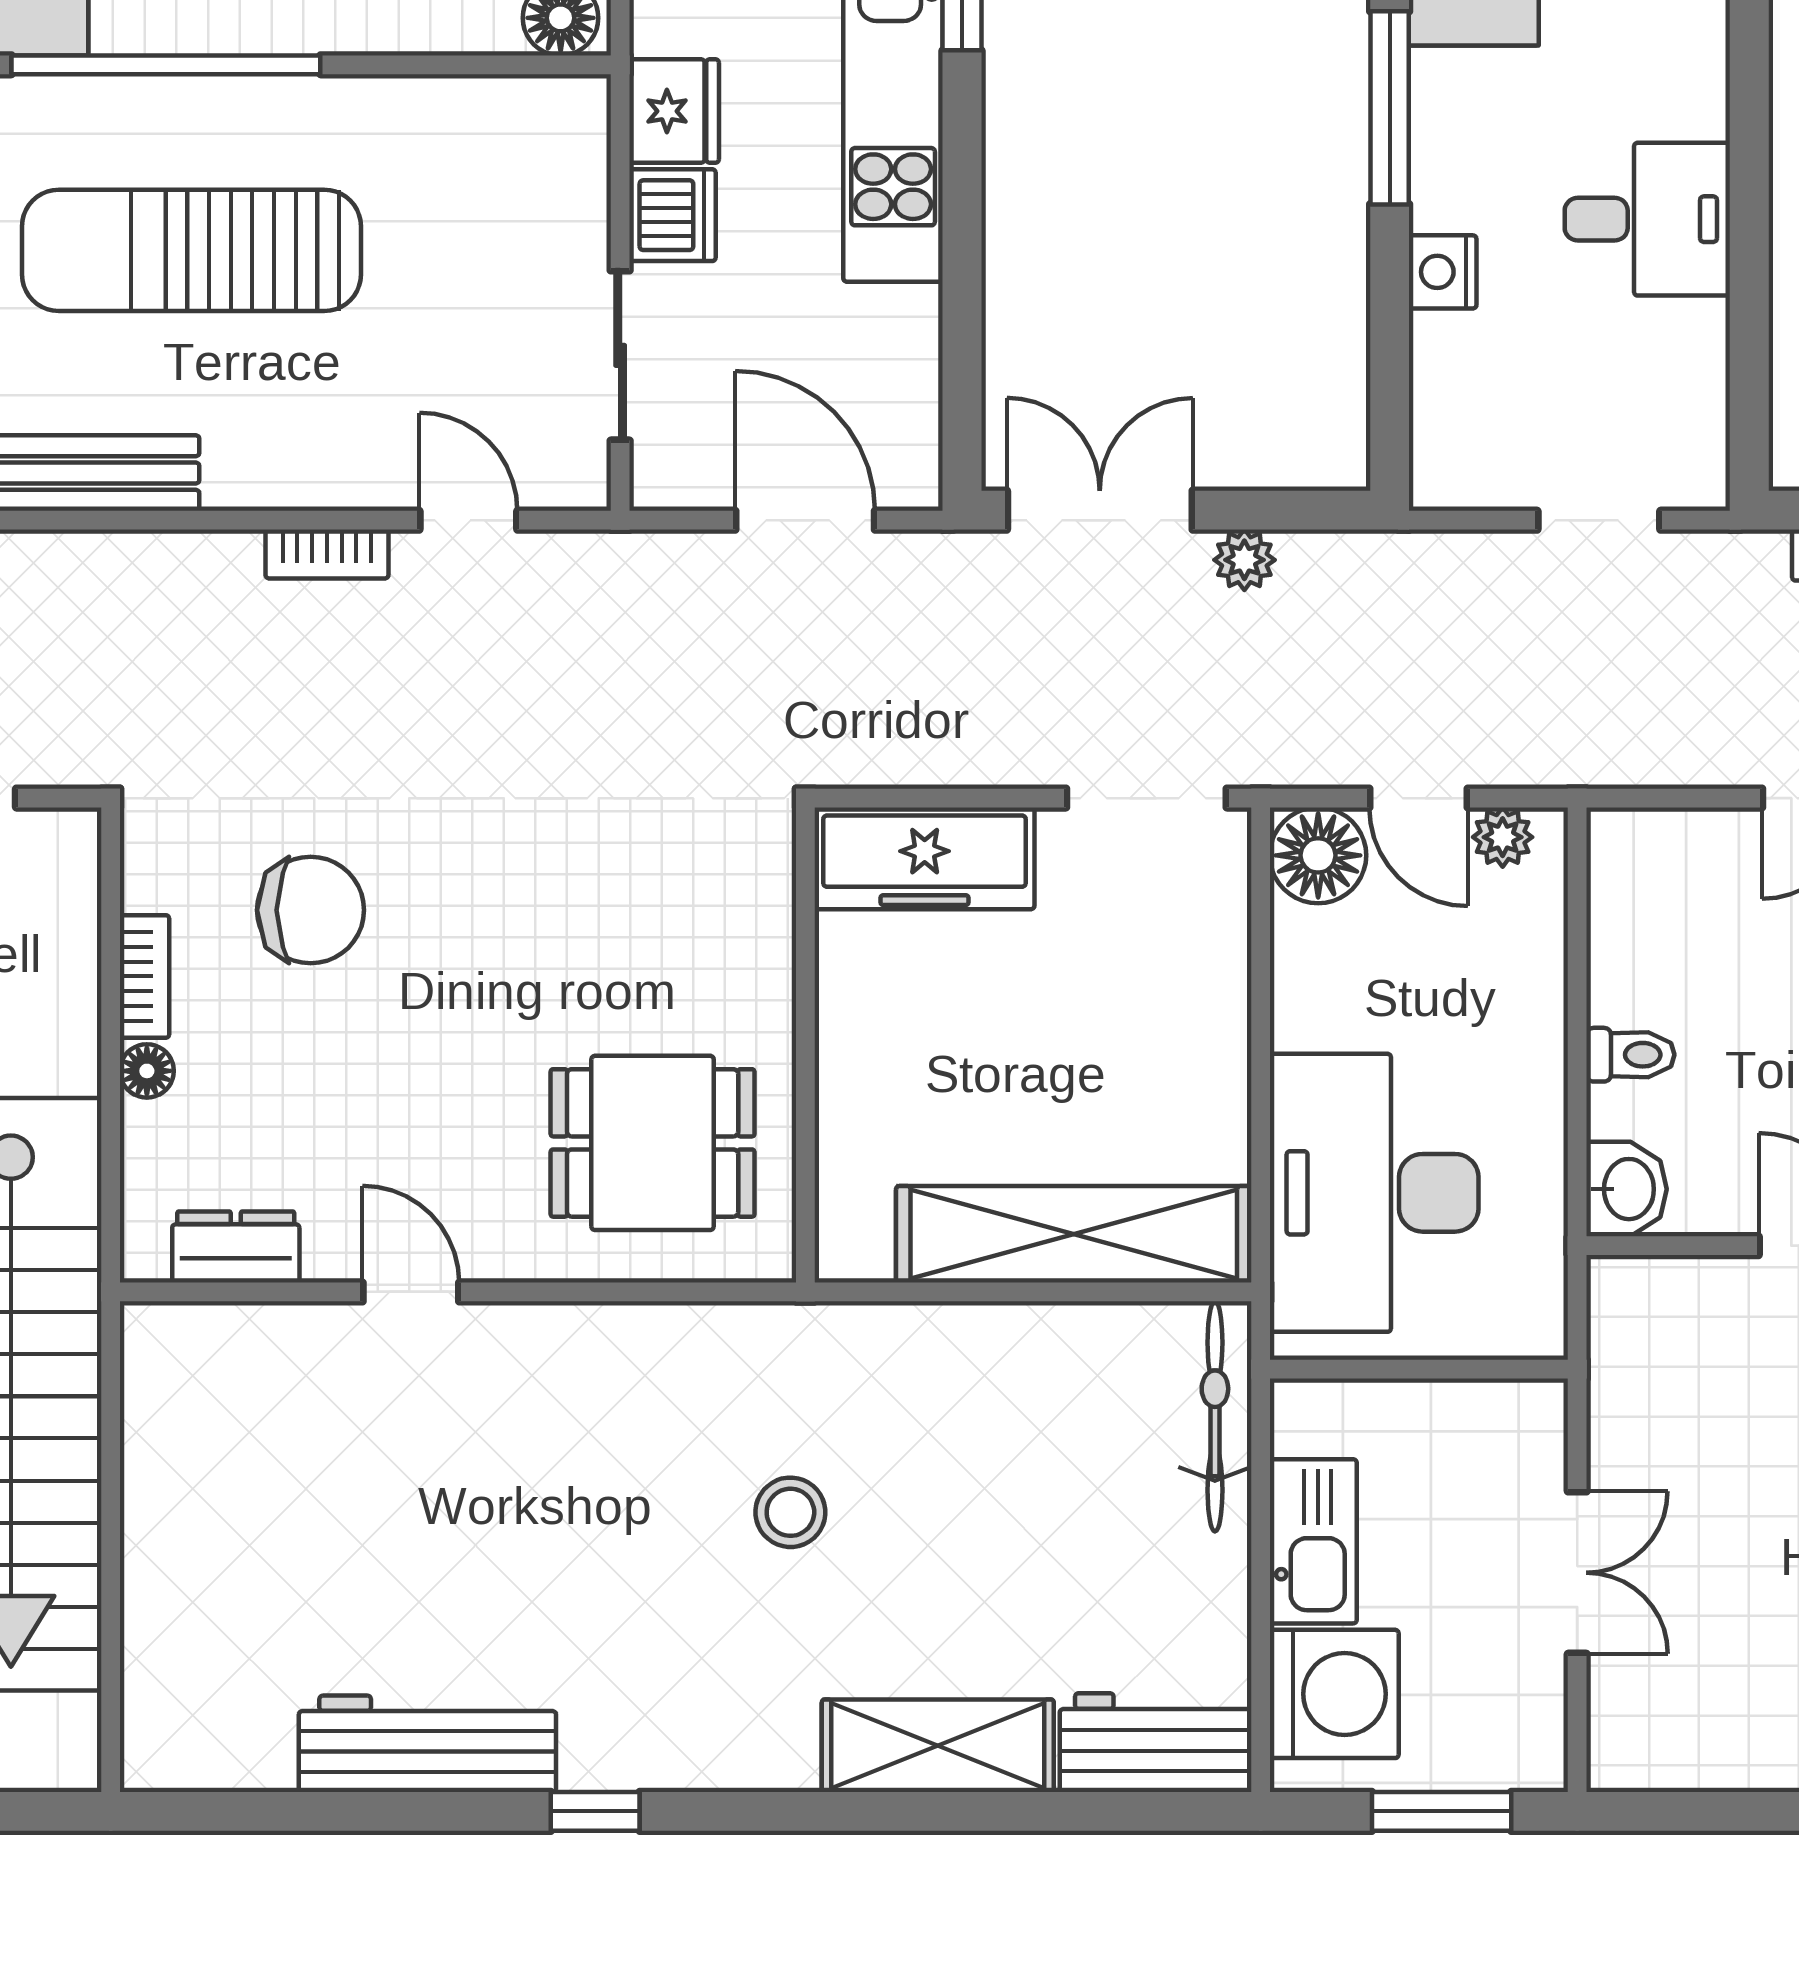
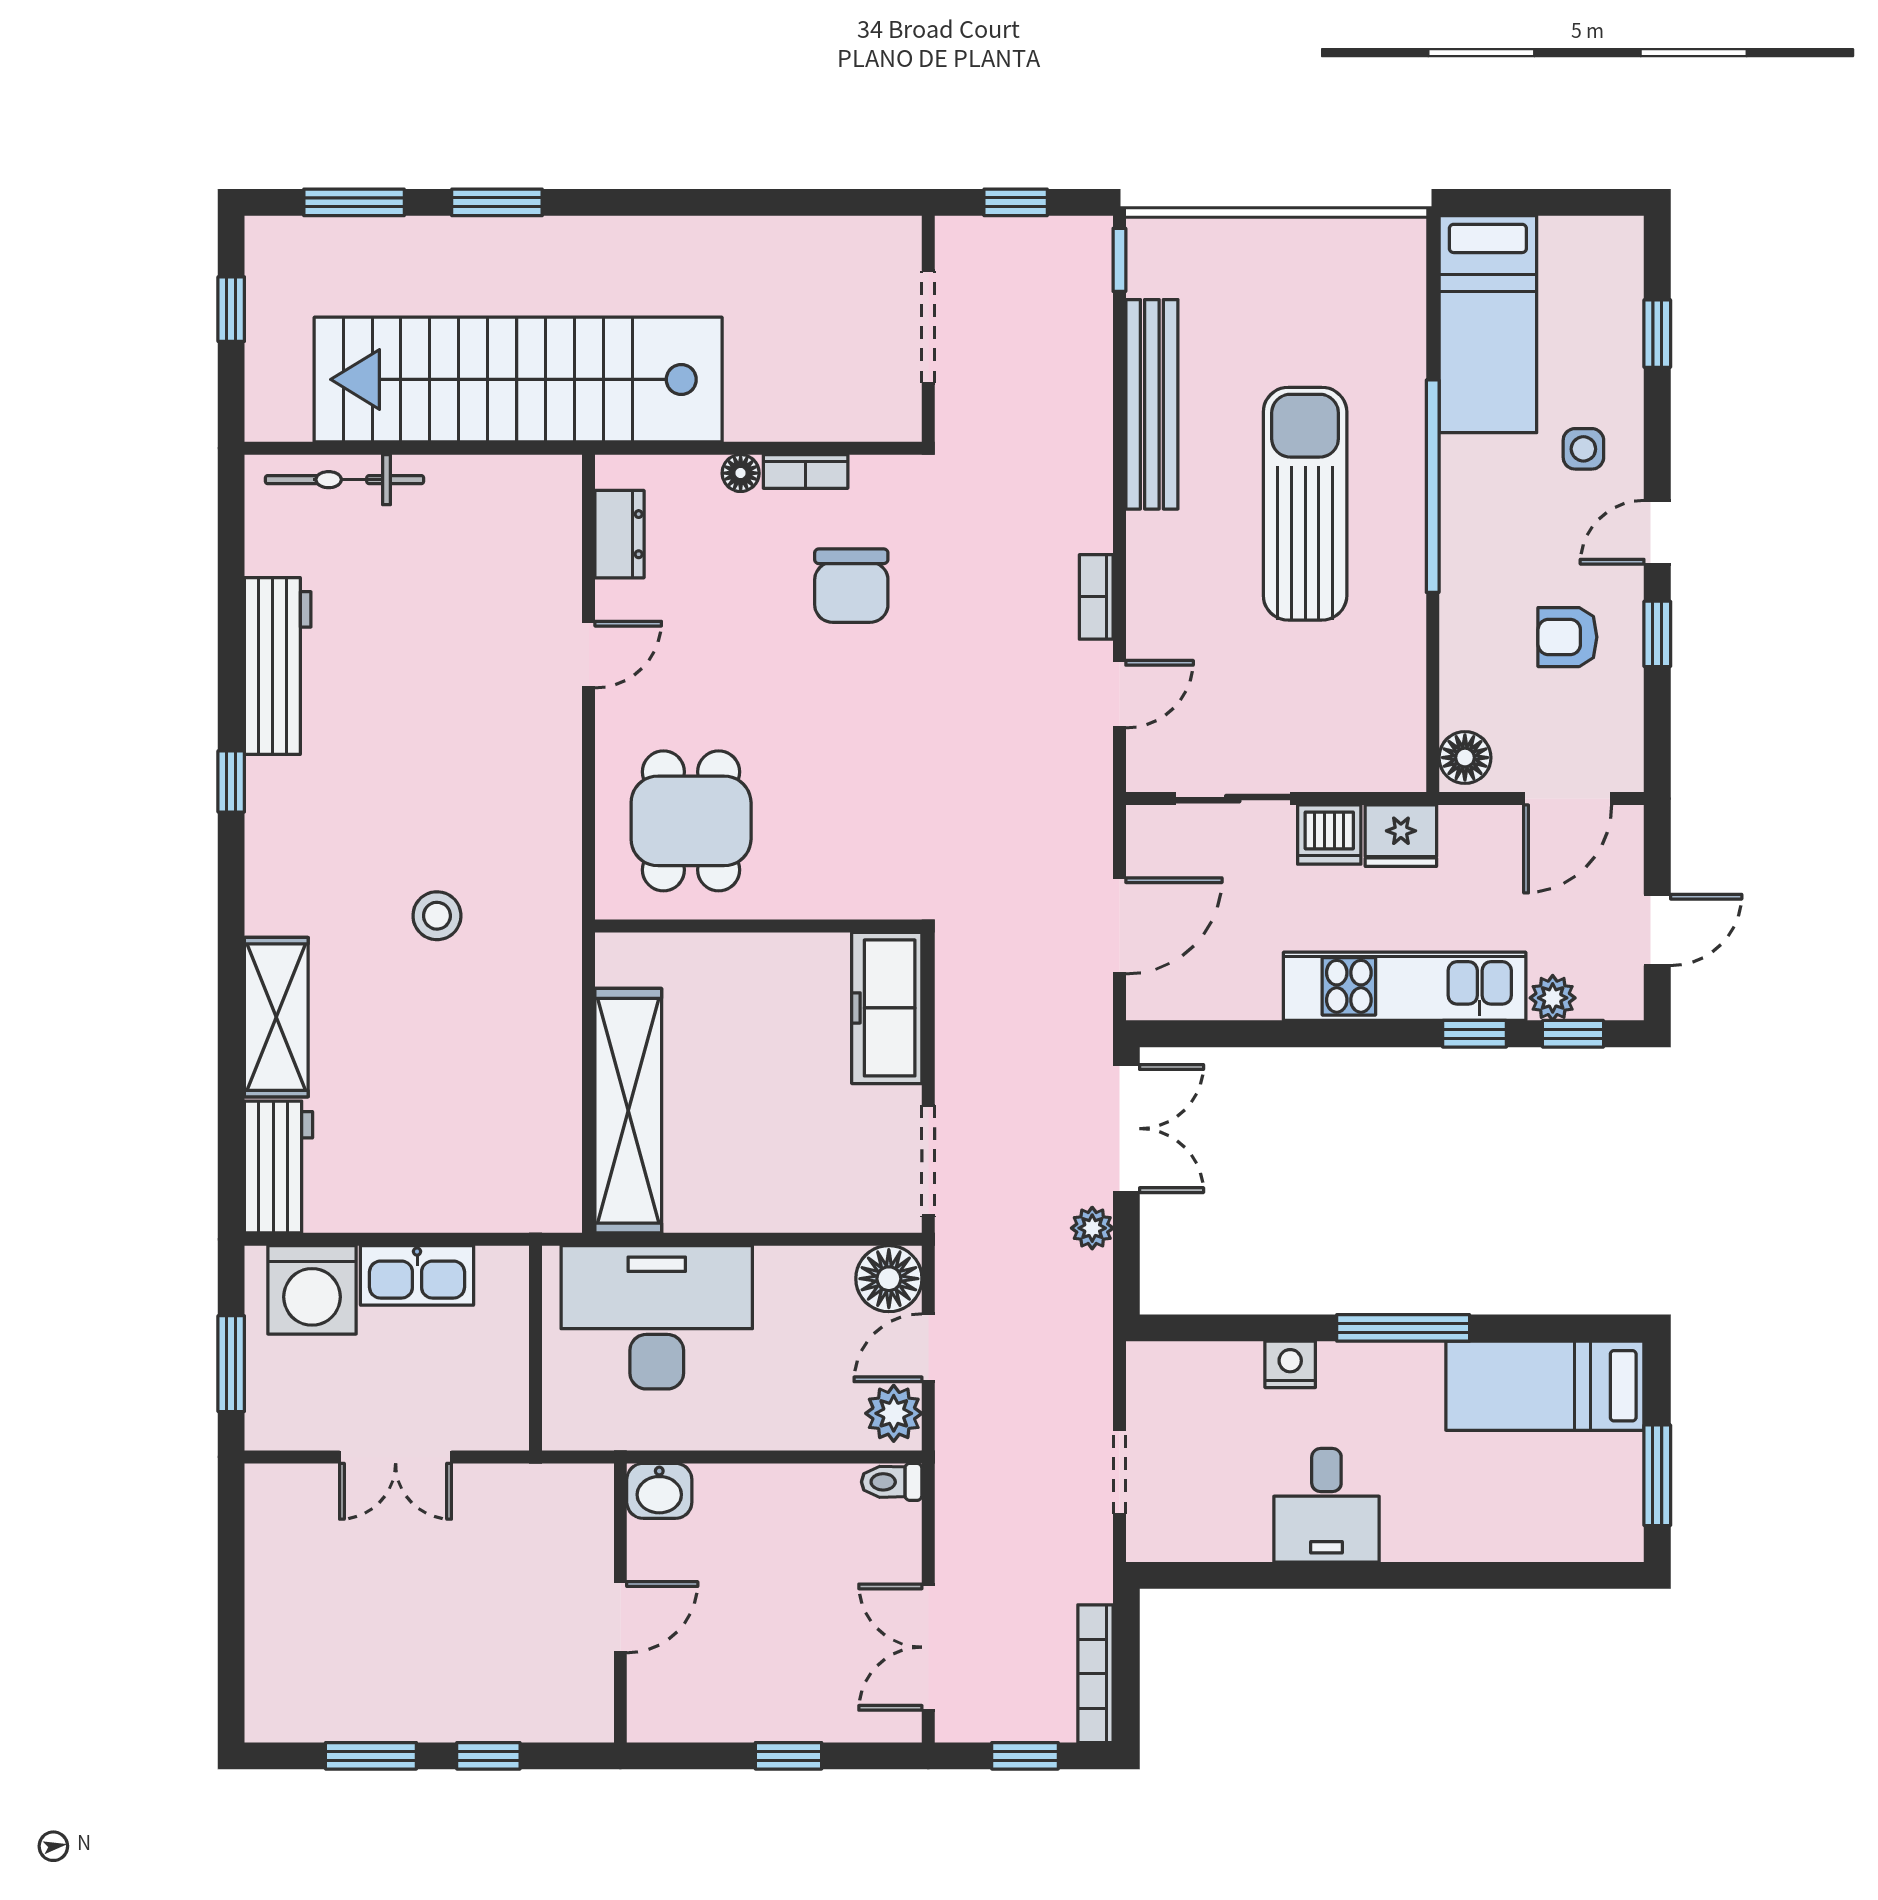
plant: (1503, 837) -> (894, 1413), width x1.38, depth x1.38
toilet: (1630, 1055) -> (892, 1482), moved, turned 90
bicycle: (1215, 1416) -> (345, 480), moved, turned 180

